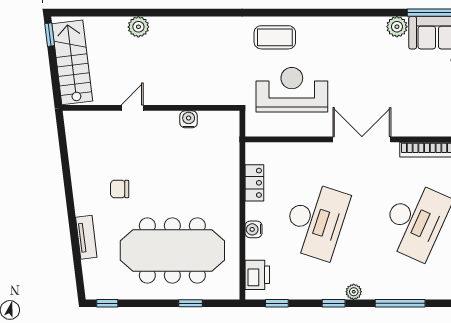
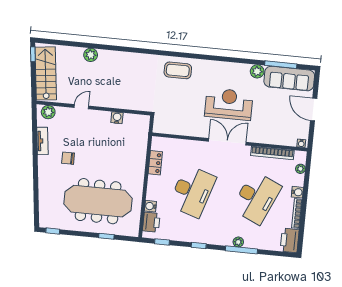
reception desk: (292, 90) -> (229, 104), moved
plant: (82, 121) -> (48, 112), added
water cooler: (254, 229) -> (150, 206), moved
tv unit: (86, 237) -> (42, 141), moved
plant: (354, 292) -> (238, 242), moved

